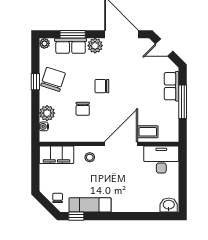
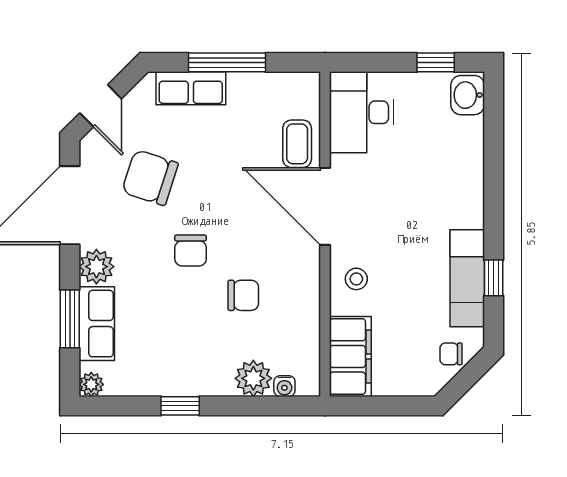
chair: (53, 79) -> (150, 178), moved
window: (183, 191) -> (436, 62), added
window: (76, 216) -> (494, 278), moved

